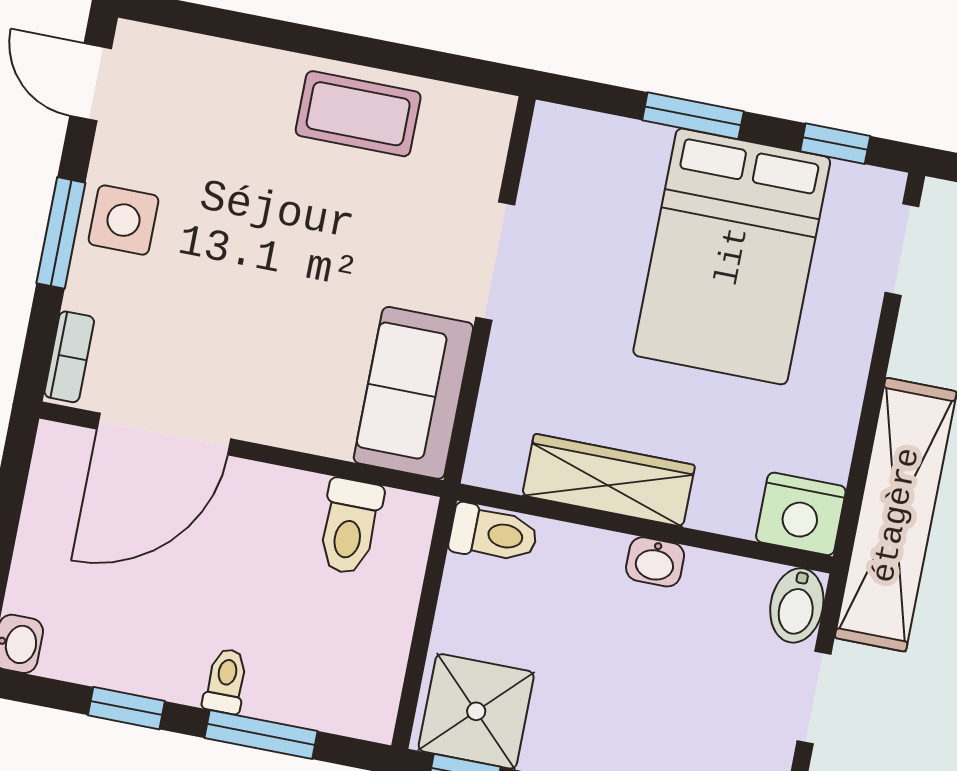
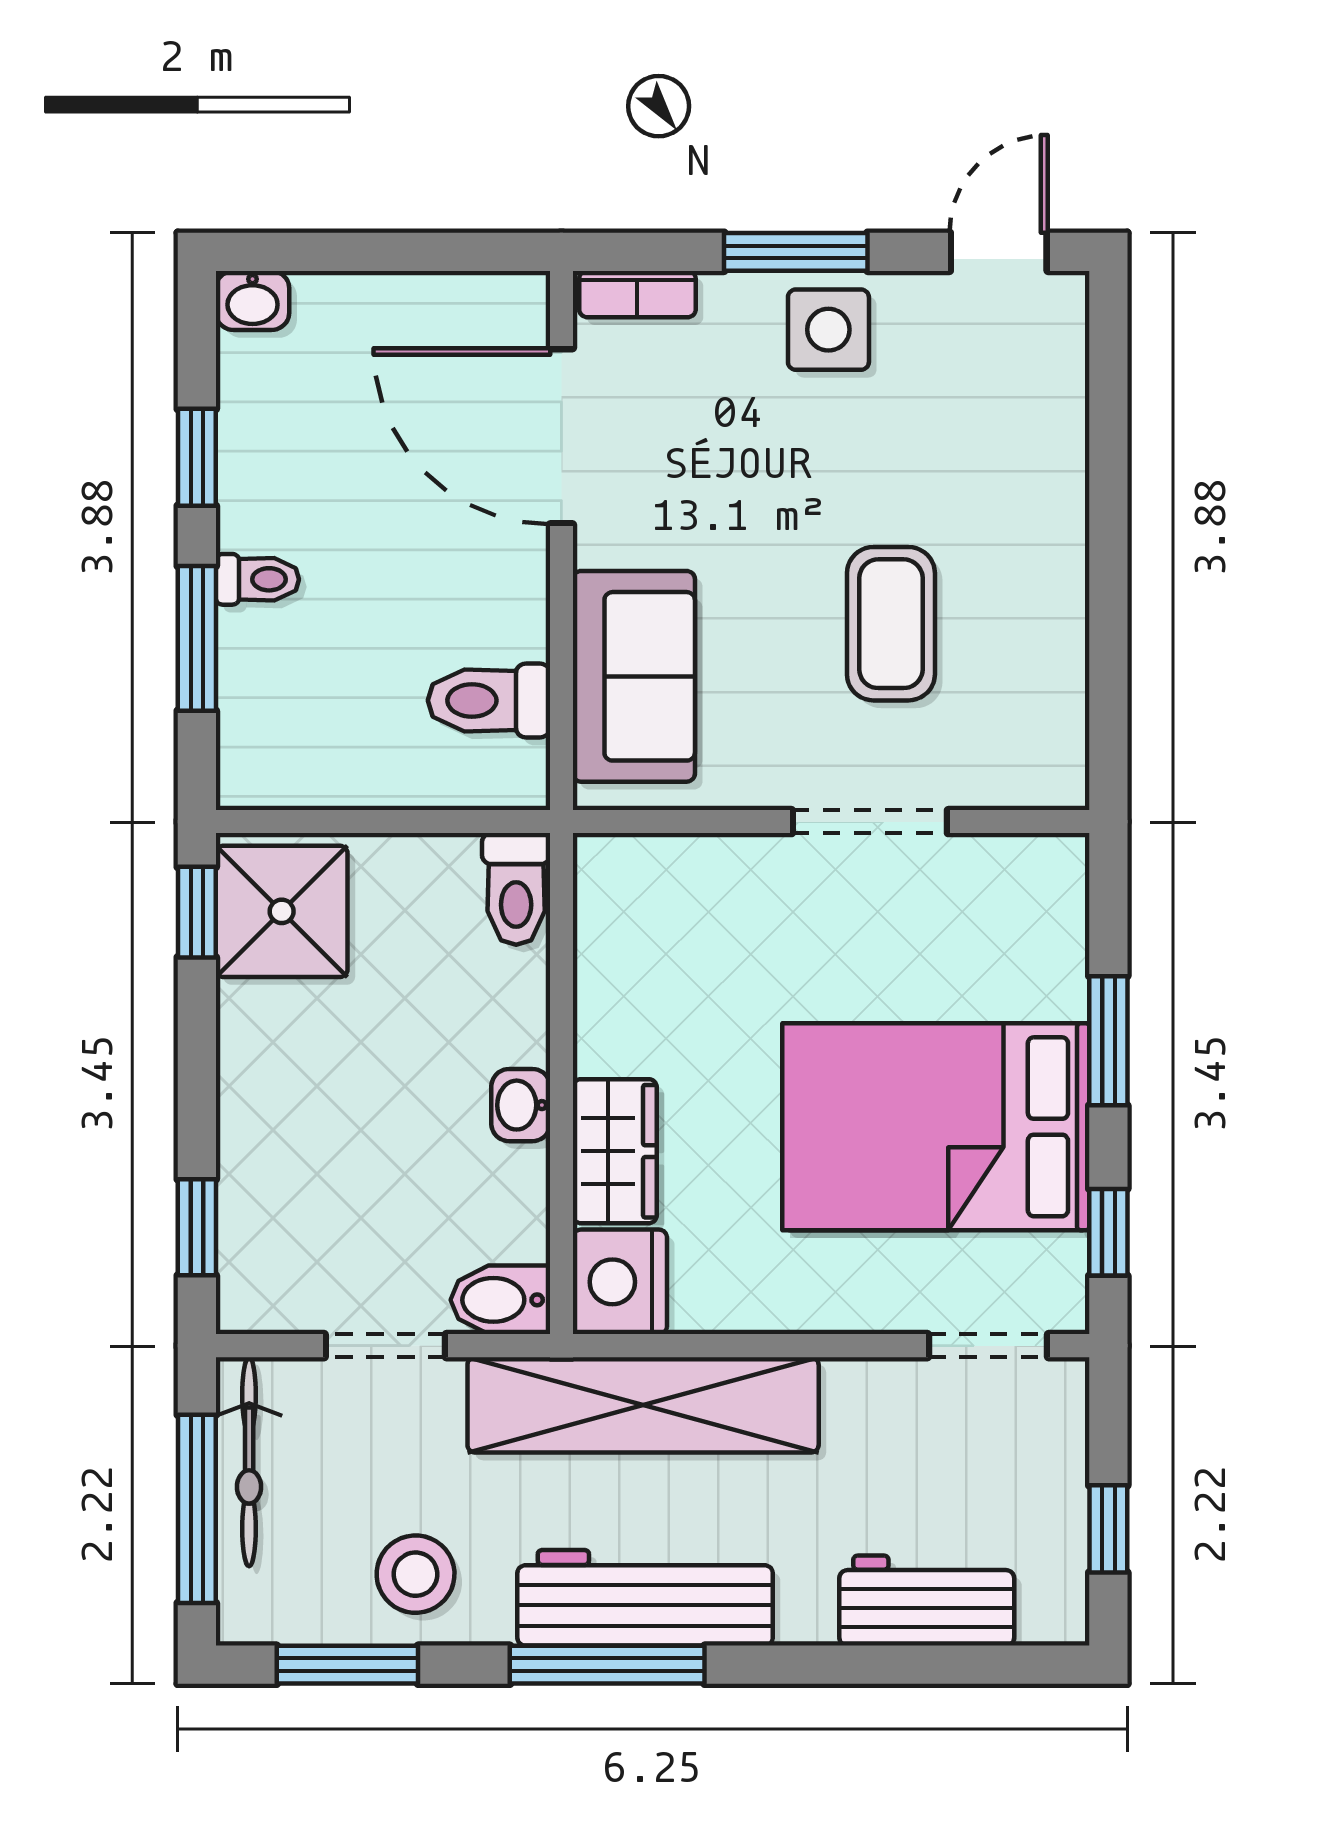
coffee table: (358, 114) -> (891, 624), moved
sofa: (413, 393) -> (634, 676), moved, turned 90
wardrobe: (609, 480) -> (615, 1151), moved, width x0.67

